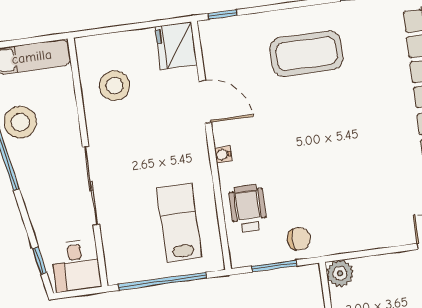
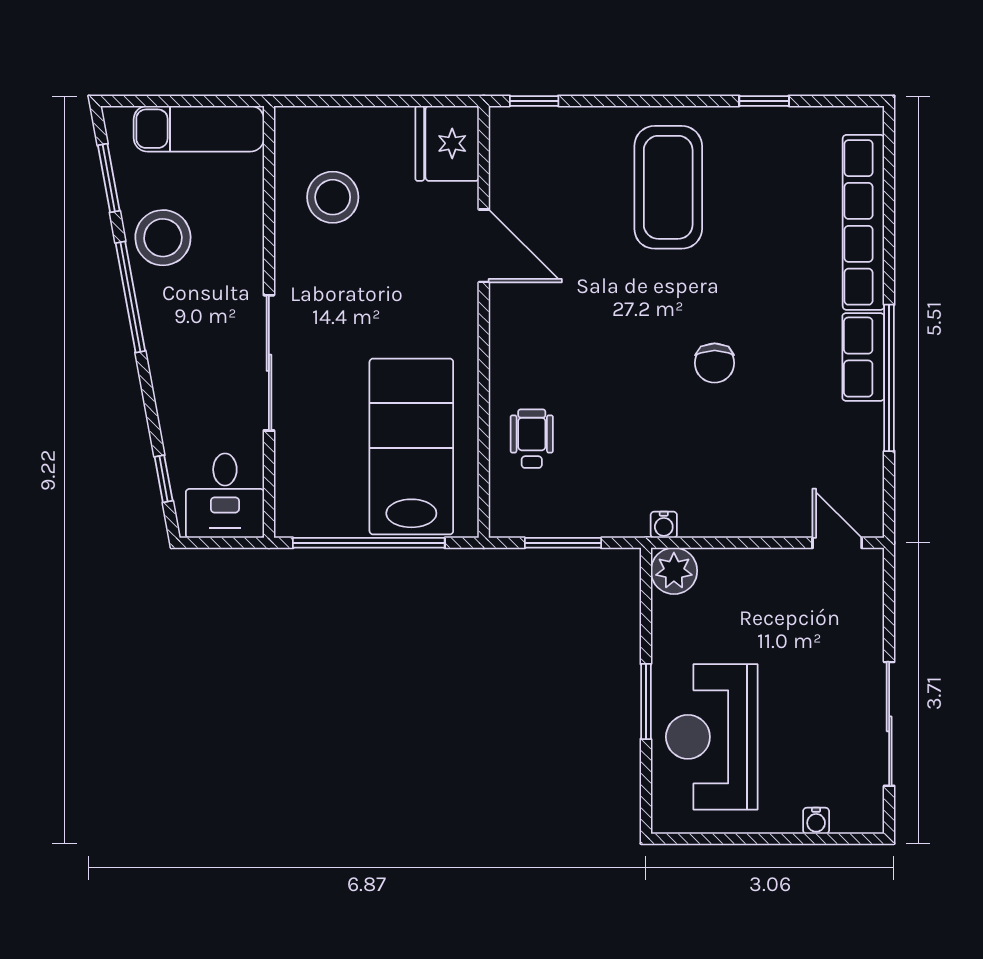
coffee table: (306, 54) -> (668, 187), turned 90
water cooler: (223, 155) -> (664, 525), moved, turned -90
wheelchair: (248, 209) -> (532, 439), width x0.73, depth x0.73
lab bench: (179, 223) -> (411, 447), width x1.36, depth x1.39
chair: (299, 239) -> (715, 363), moved, turned 90

